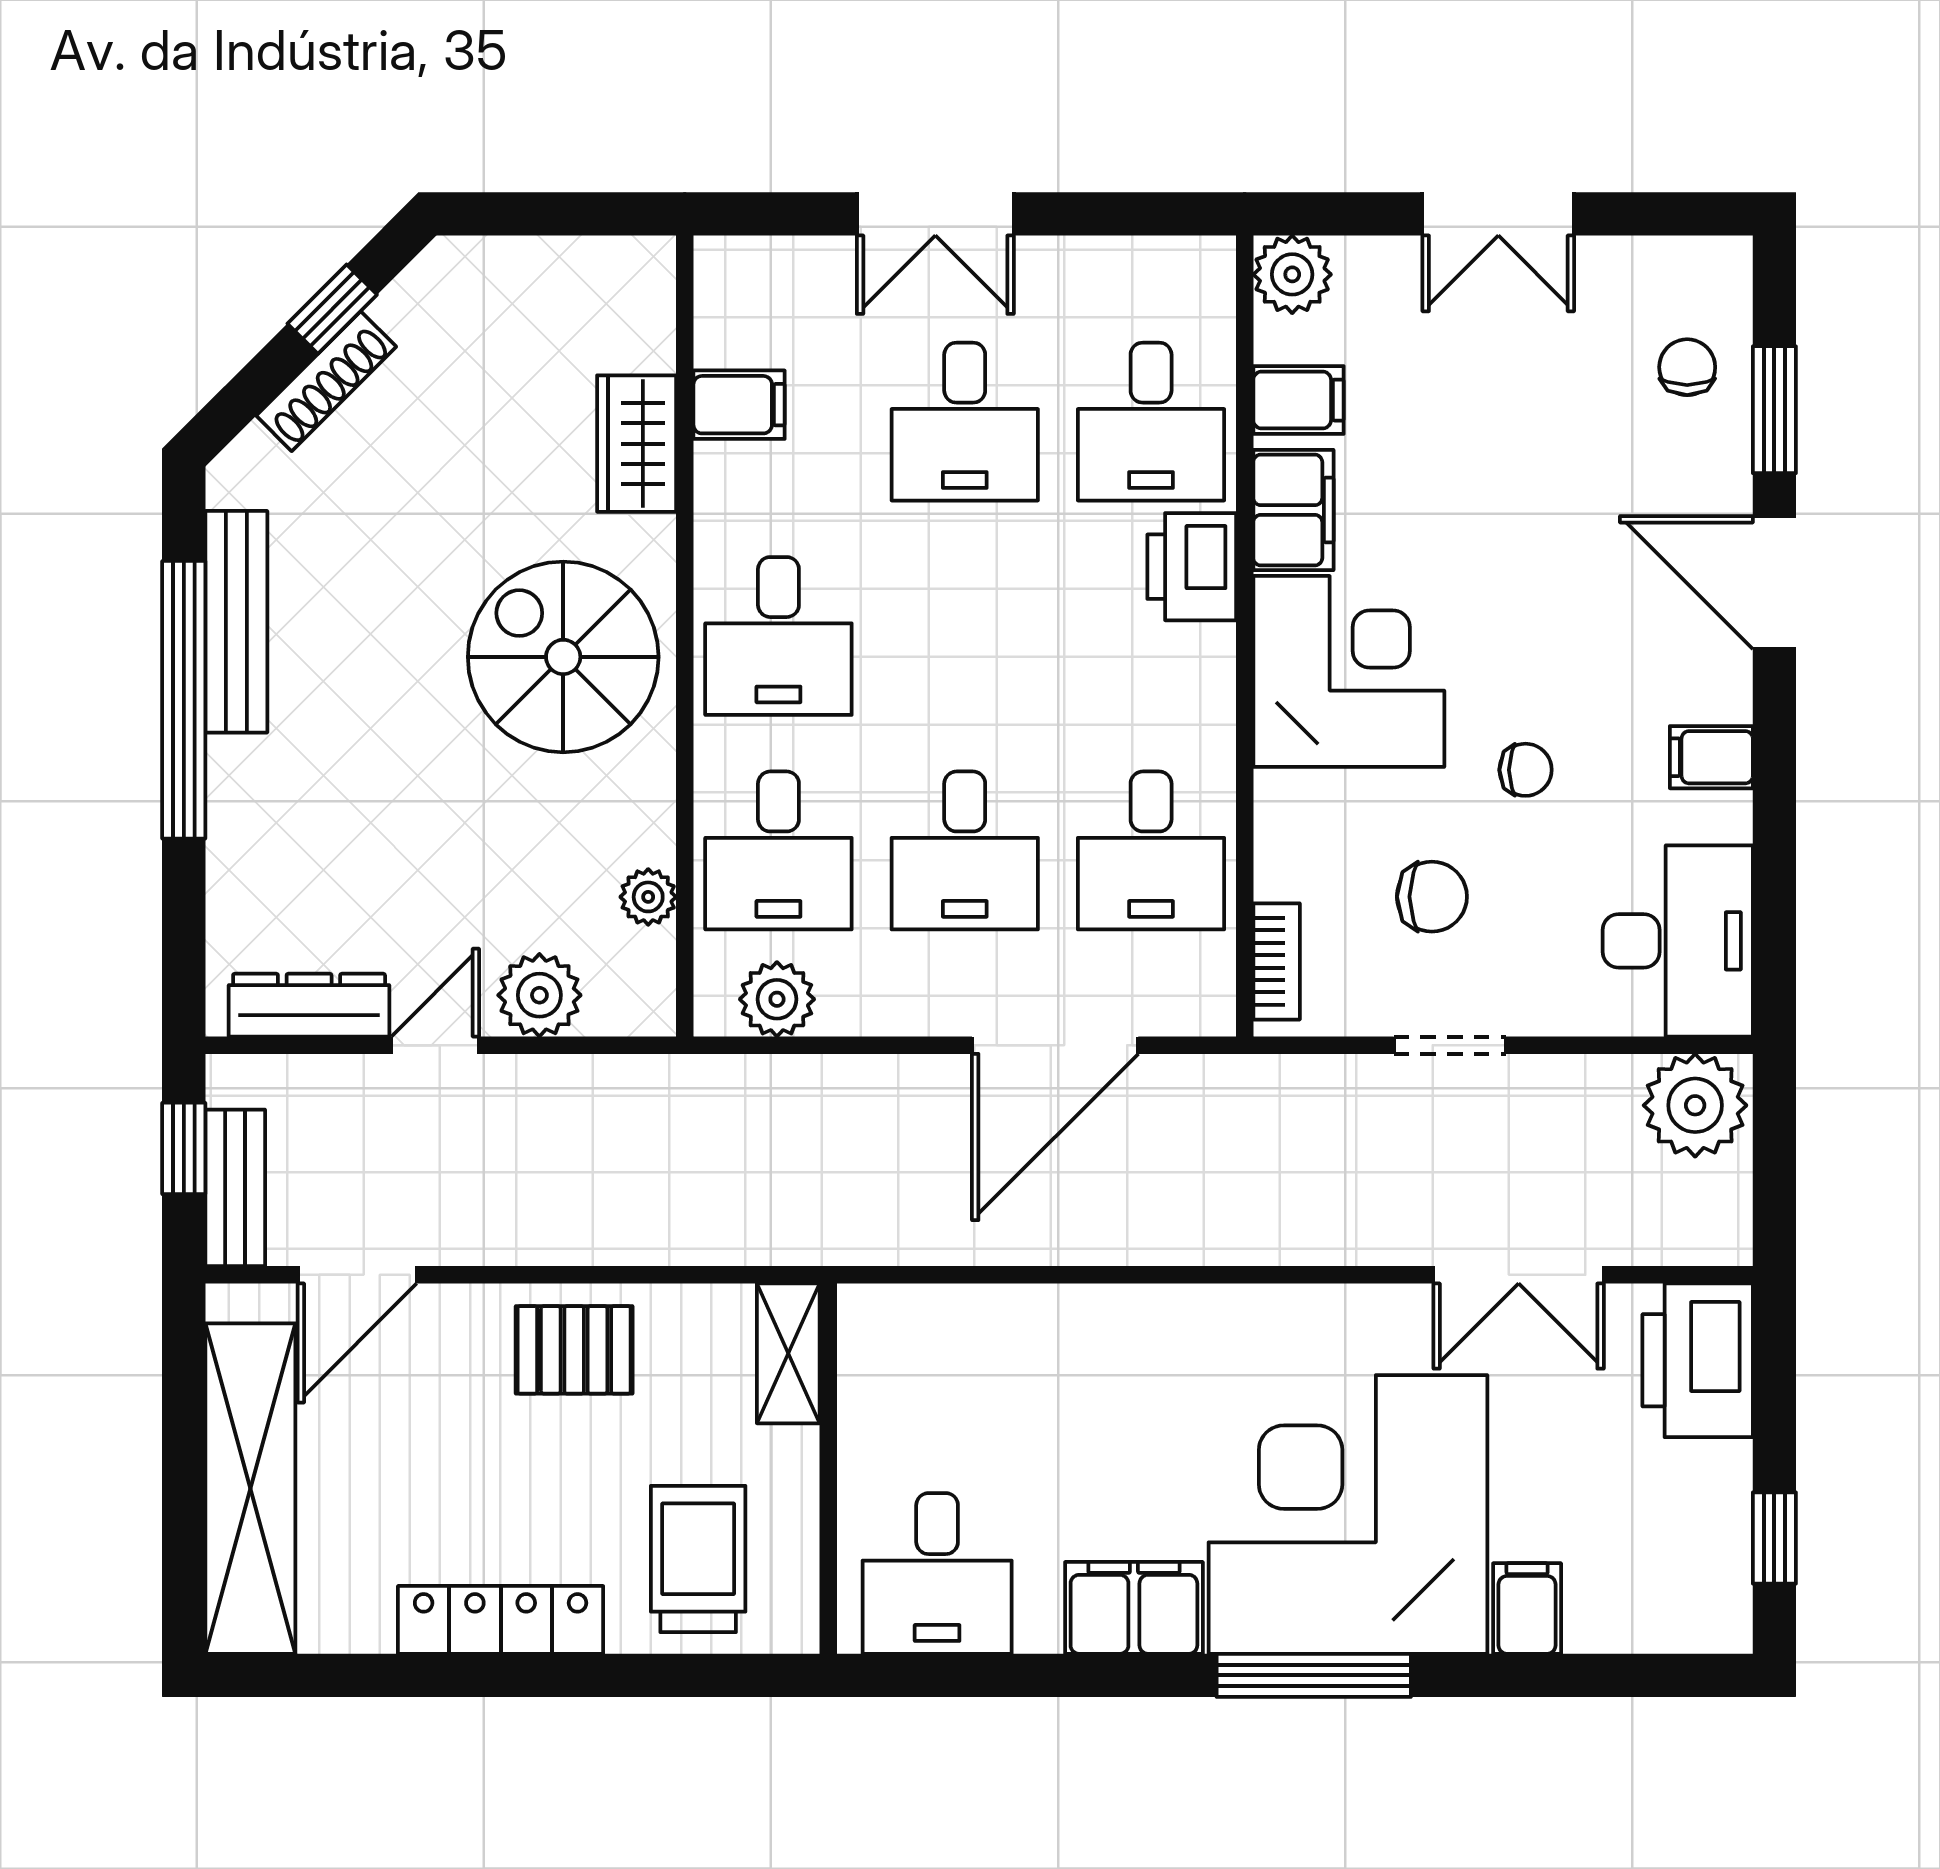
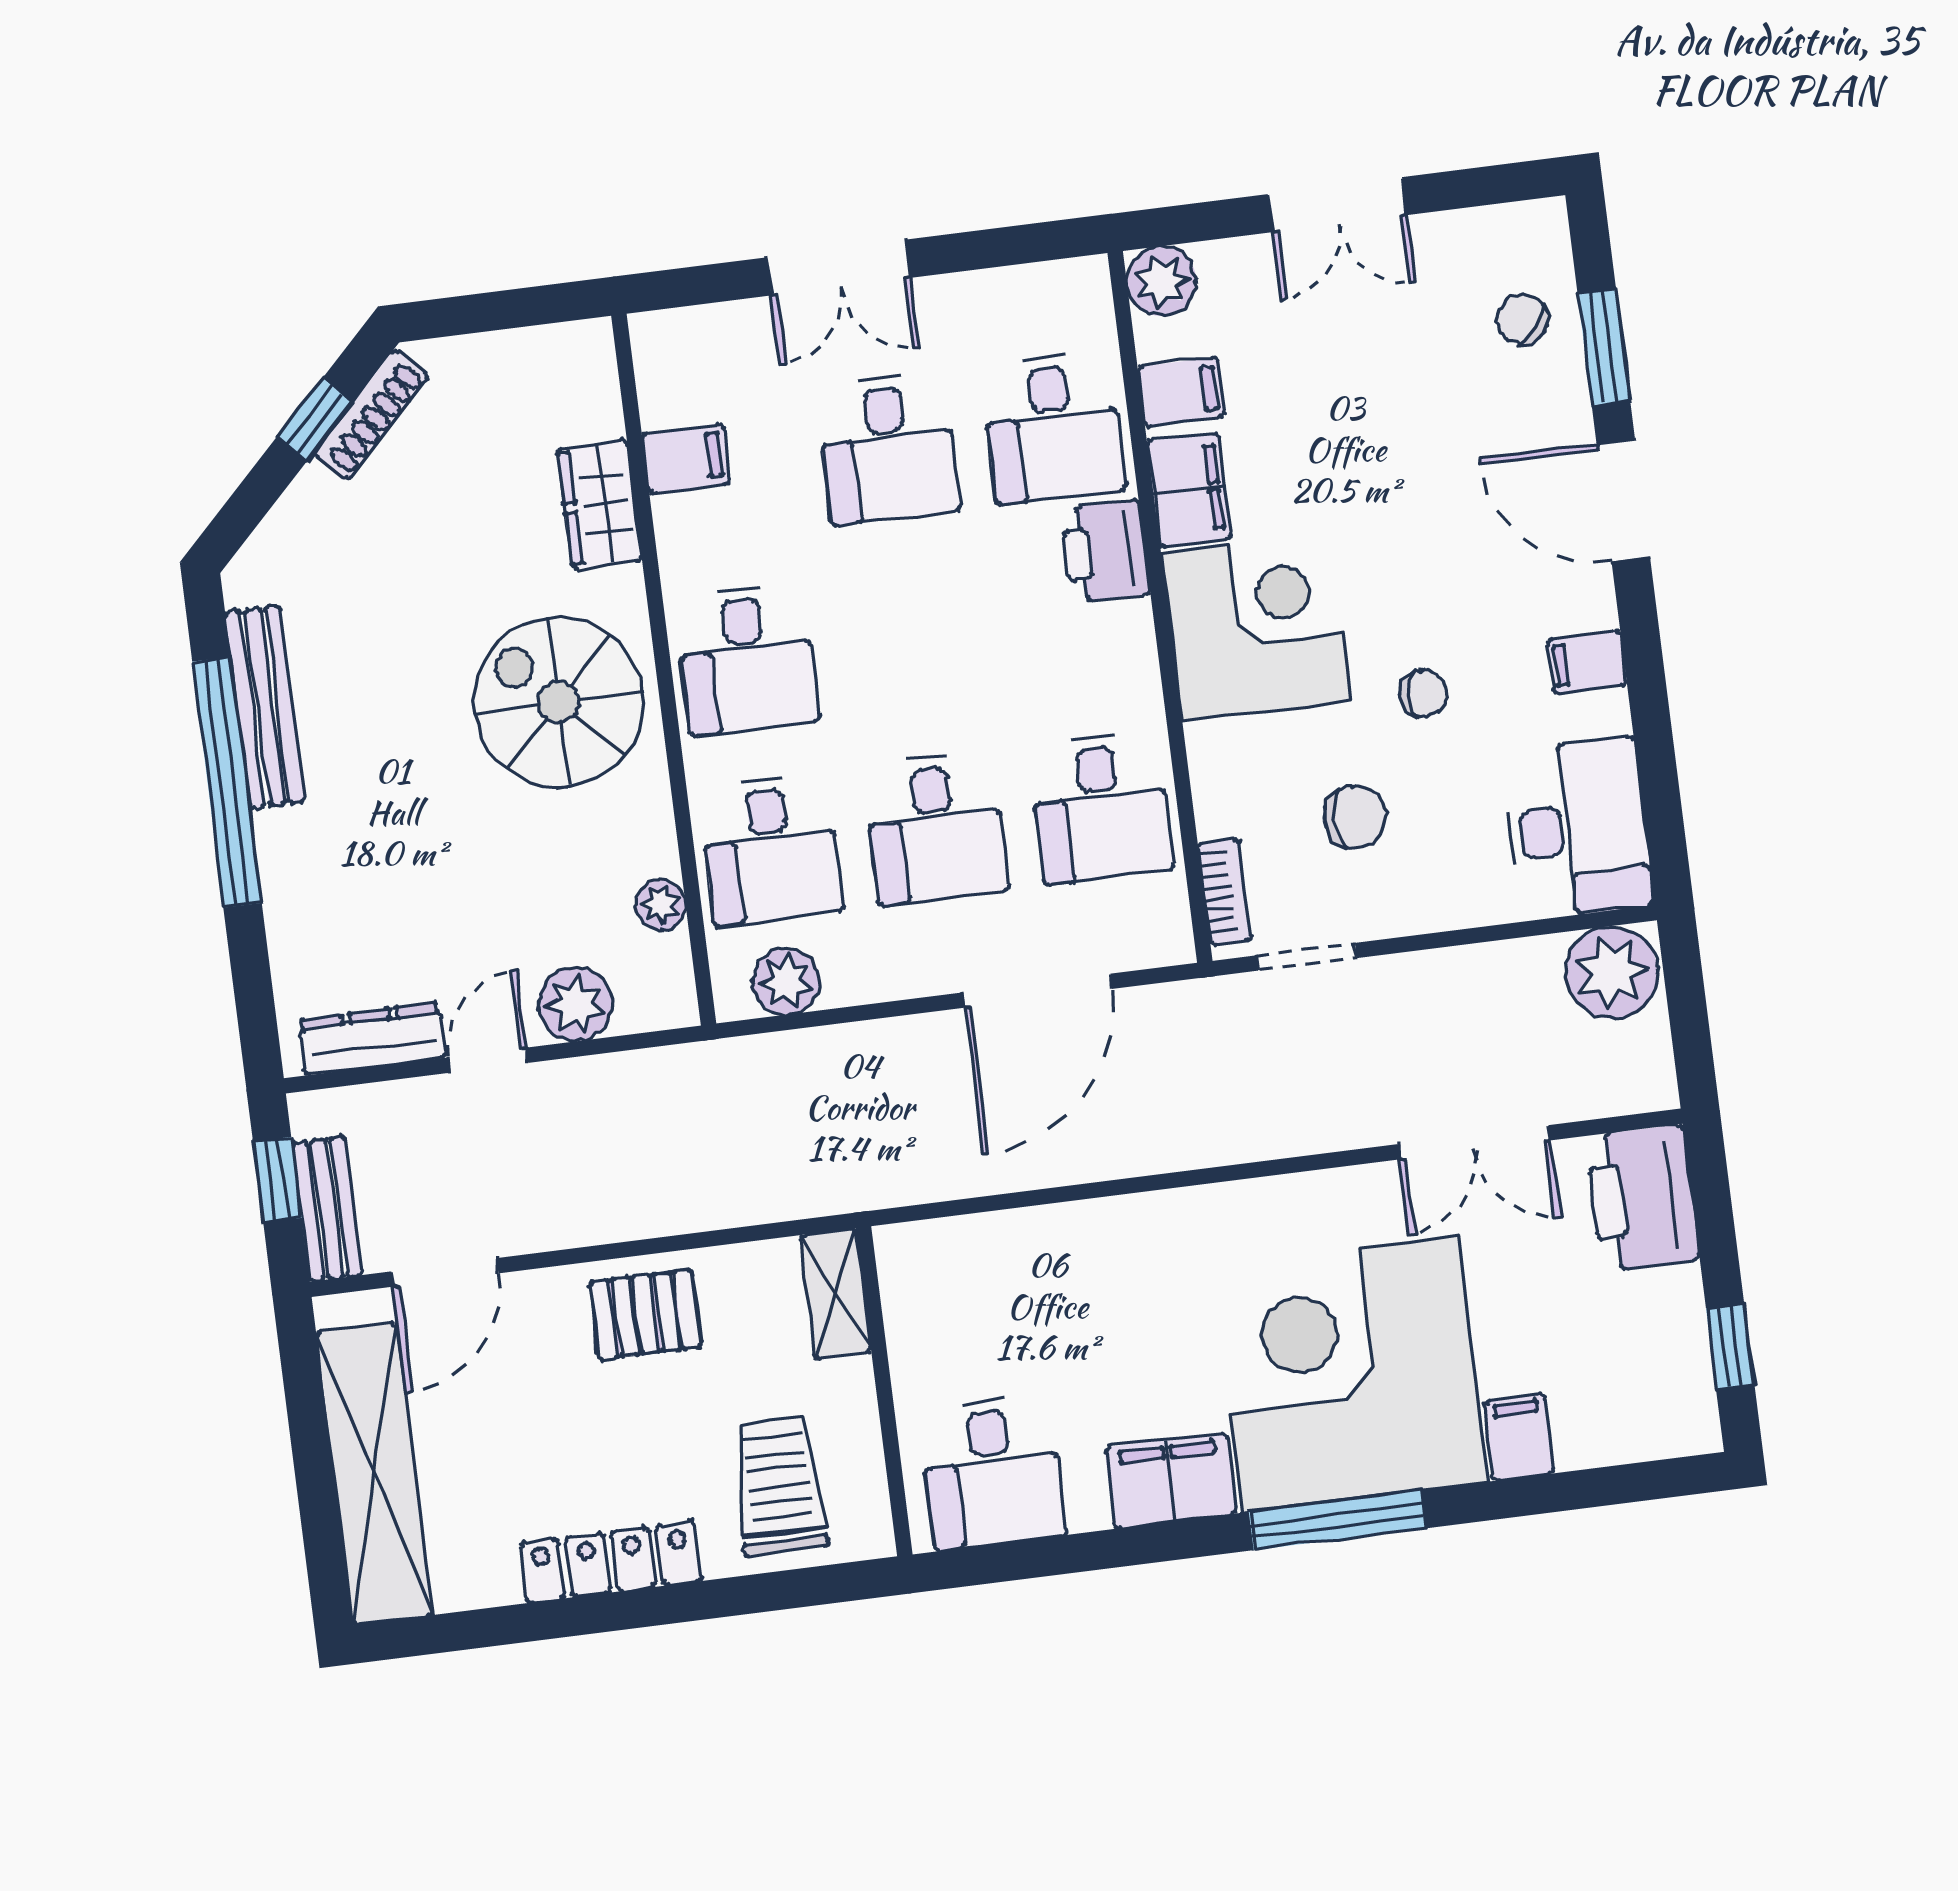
chair: (1687, 367) -> (1522, 319), turned -52
shoe rack: (326, 381) -> (371, 415), moved
doorway: (1450, 1045) -> (1306, 957), moved

